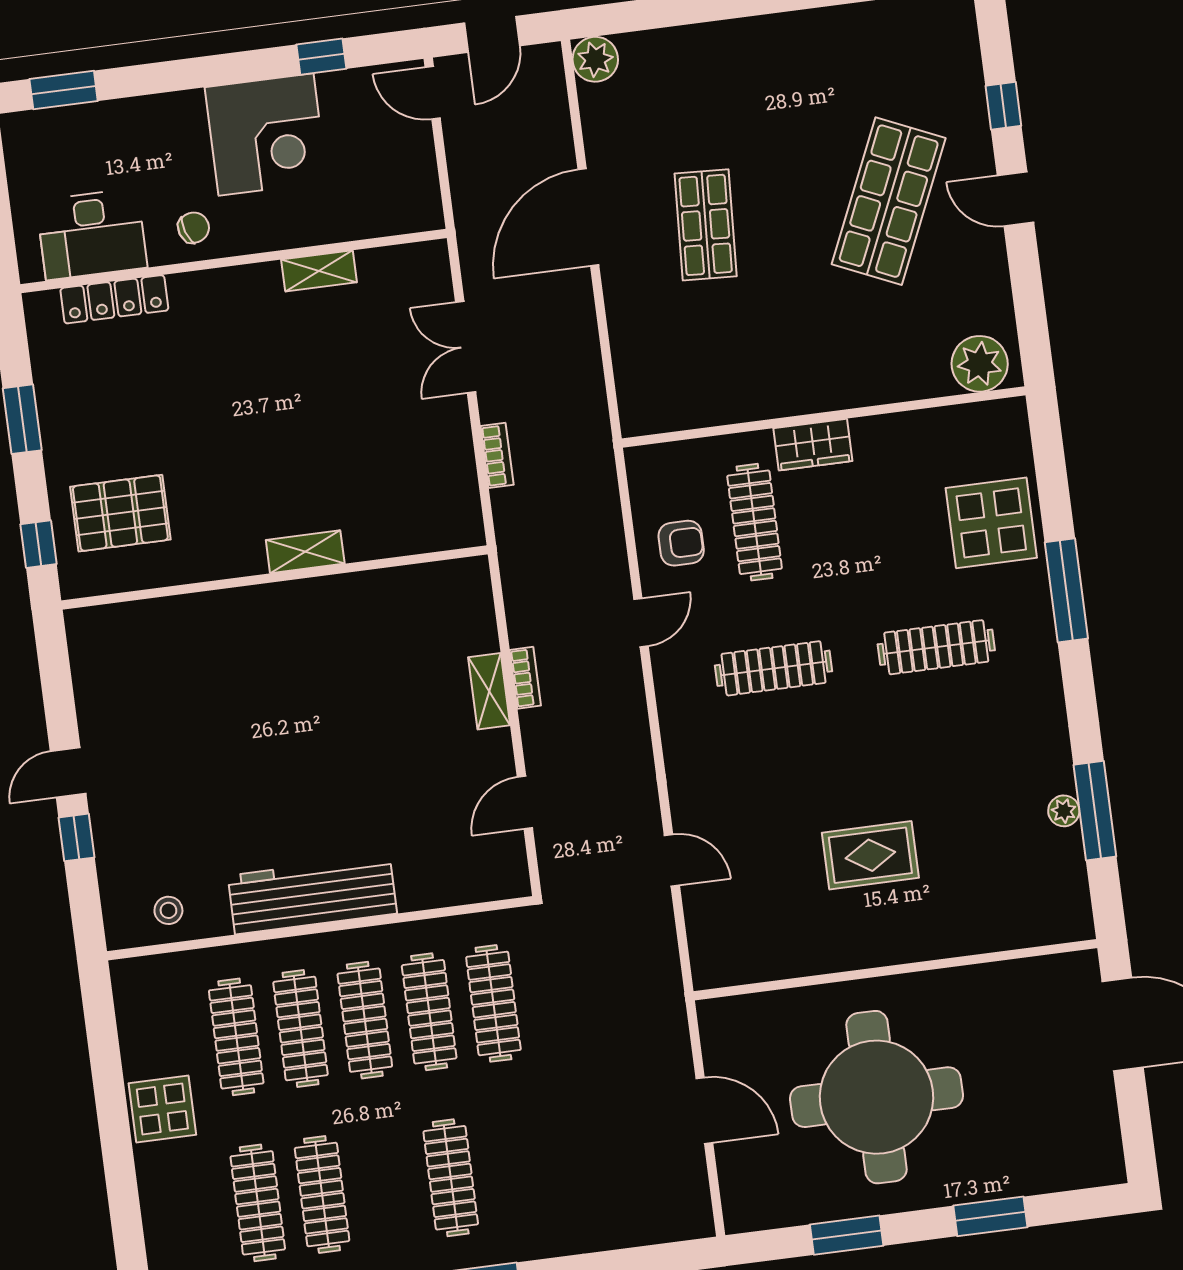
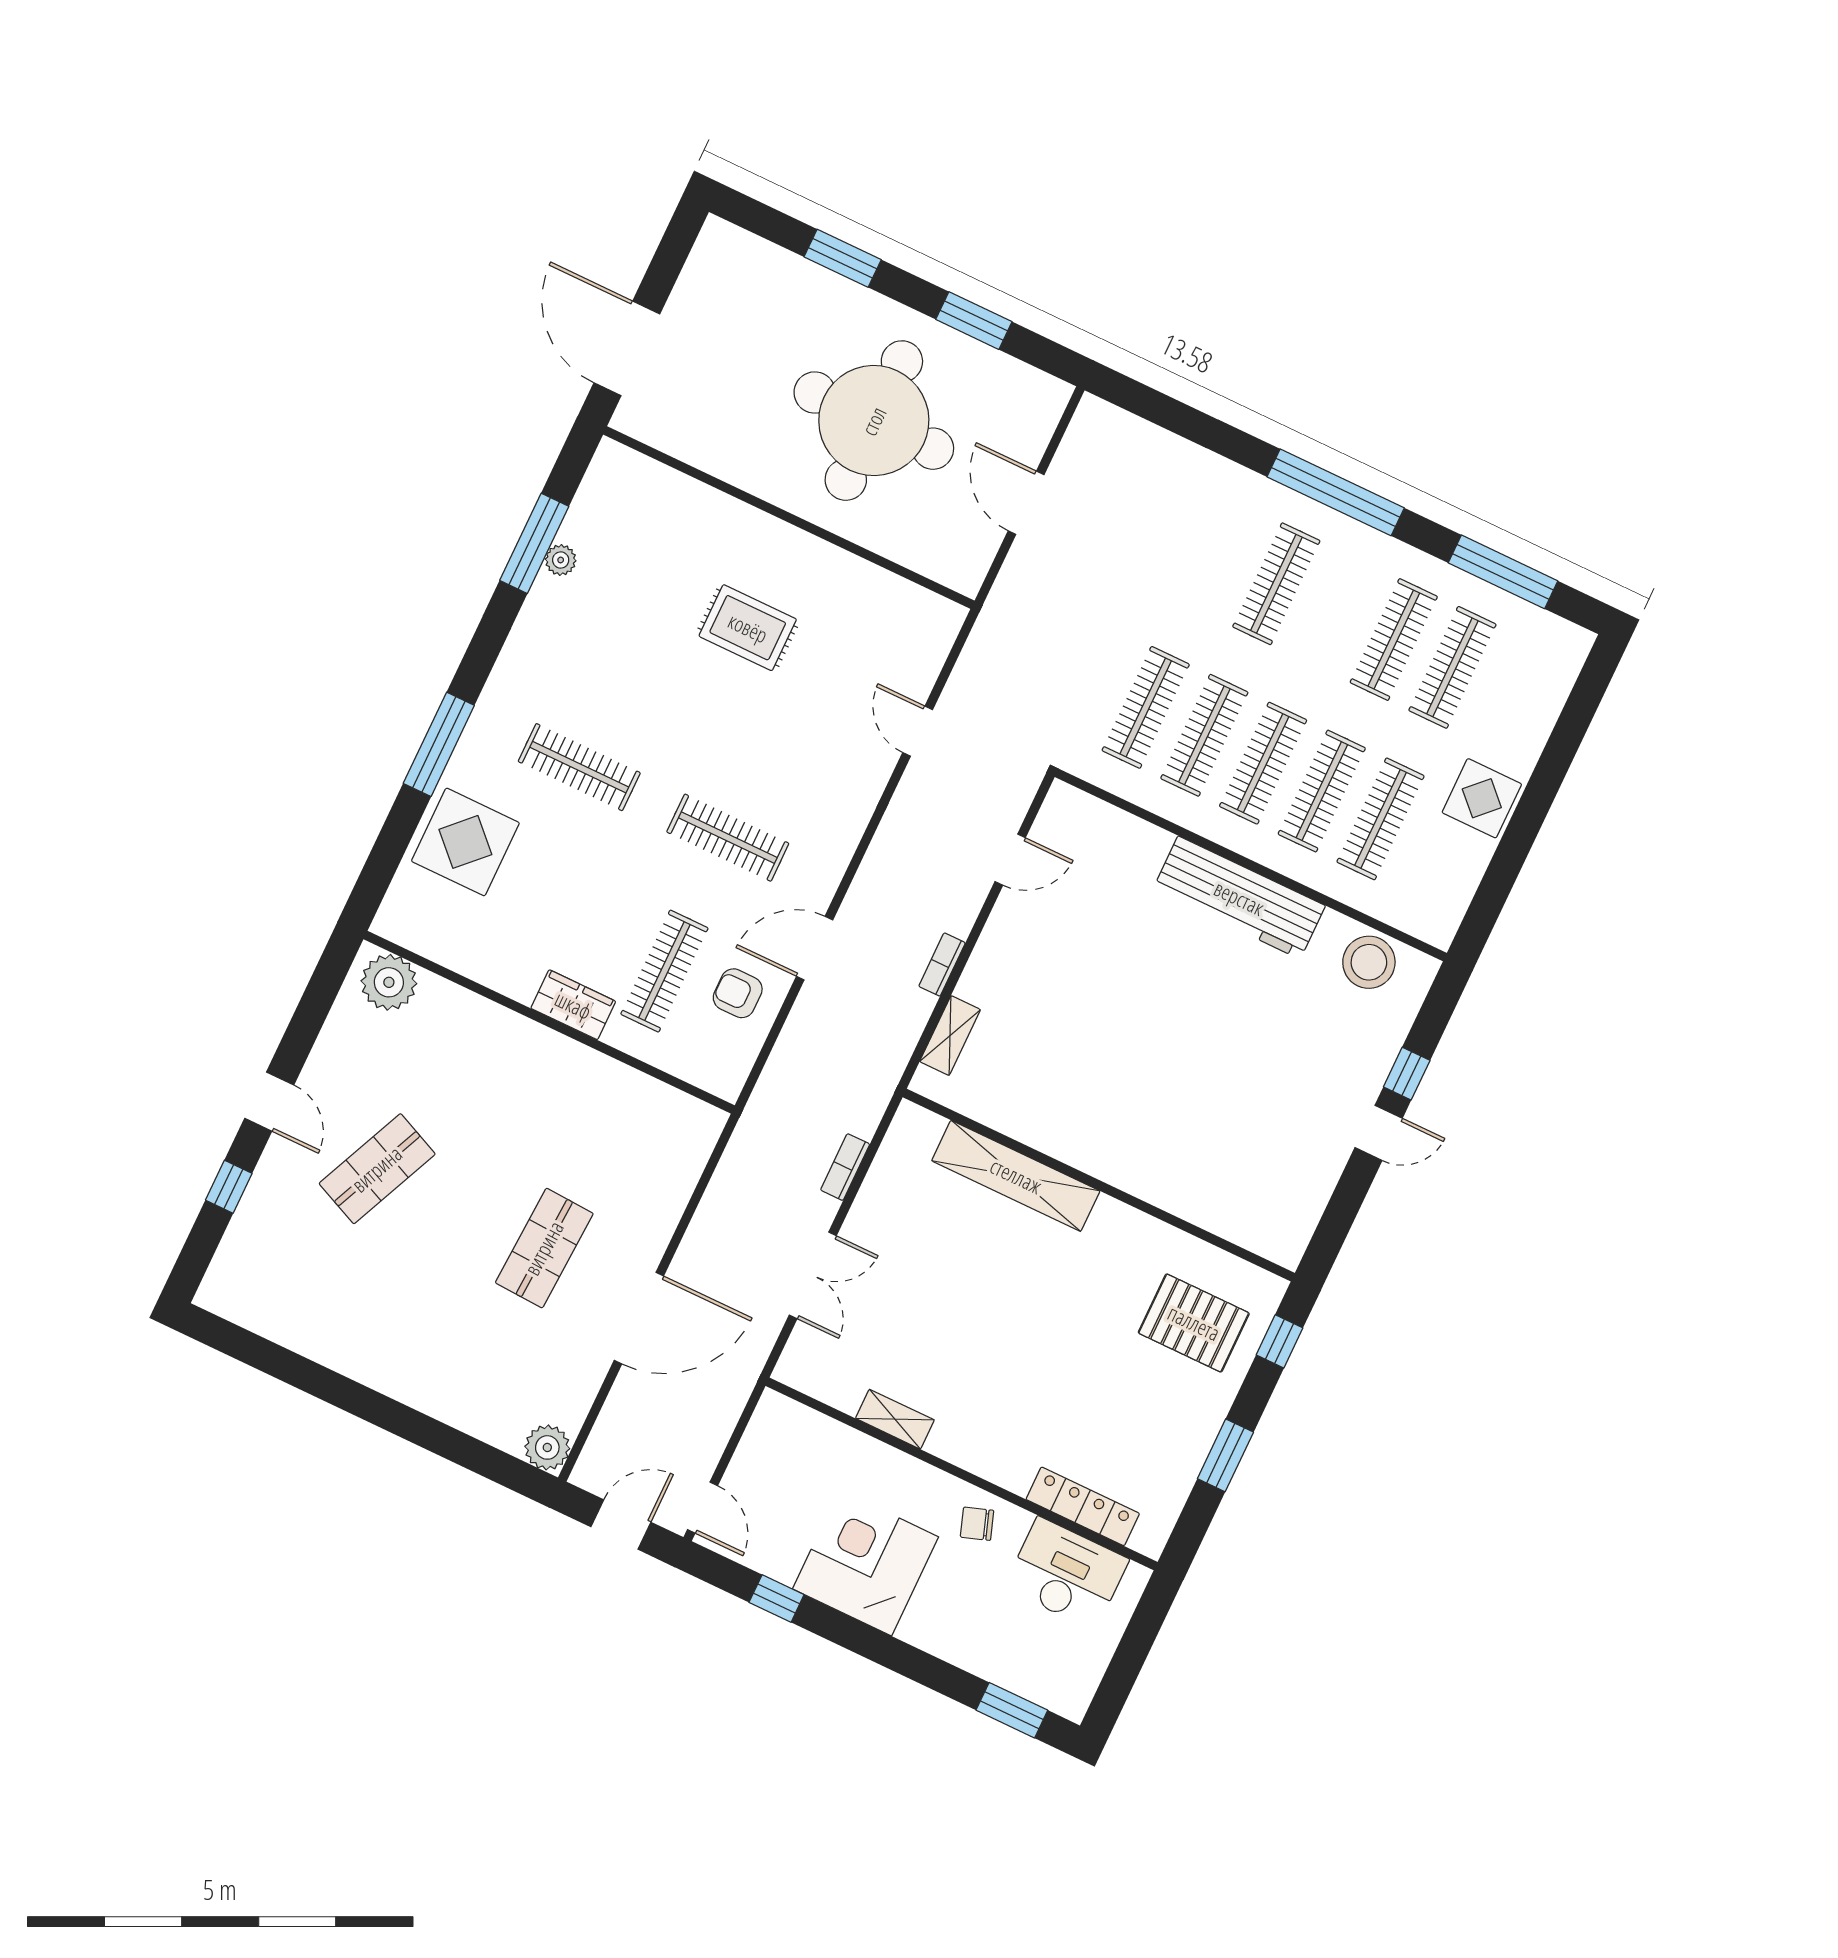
shop shelf: (889, 201) -> (377, 1169), width x0.70, depth x0.74
shelving: (305, 552) -> (1016, 1176), width x2.20, depth x1.33
door: (641, 623) -> (815, 948), width x1.38
shelving: (489, 691) -> (950, 1036), moved
stool: (168, 910) -> (1369, 962), width x1.89, depth x1.89

